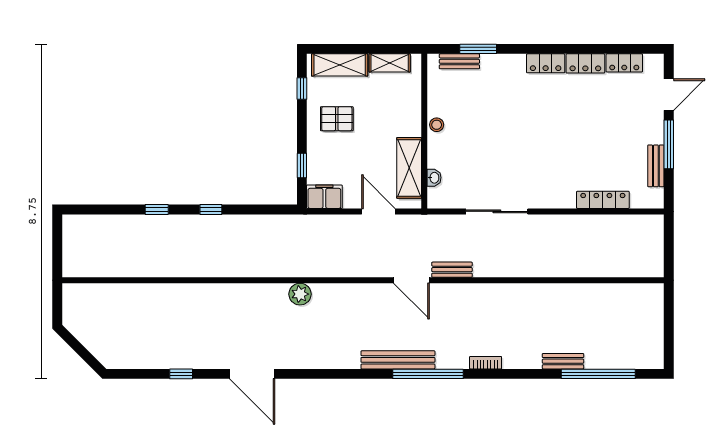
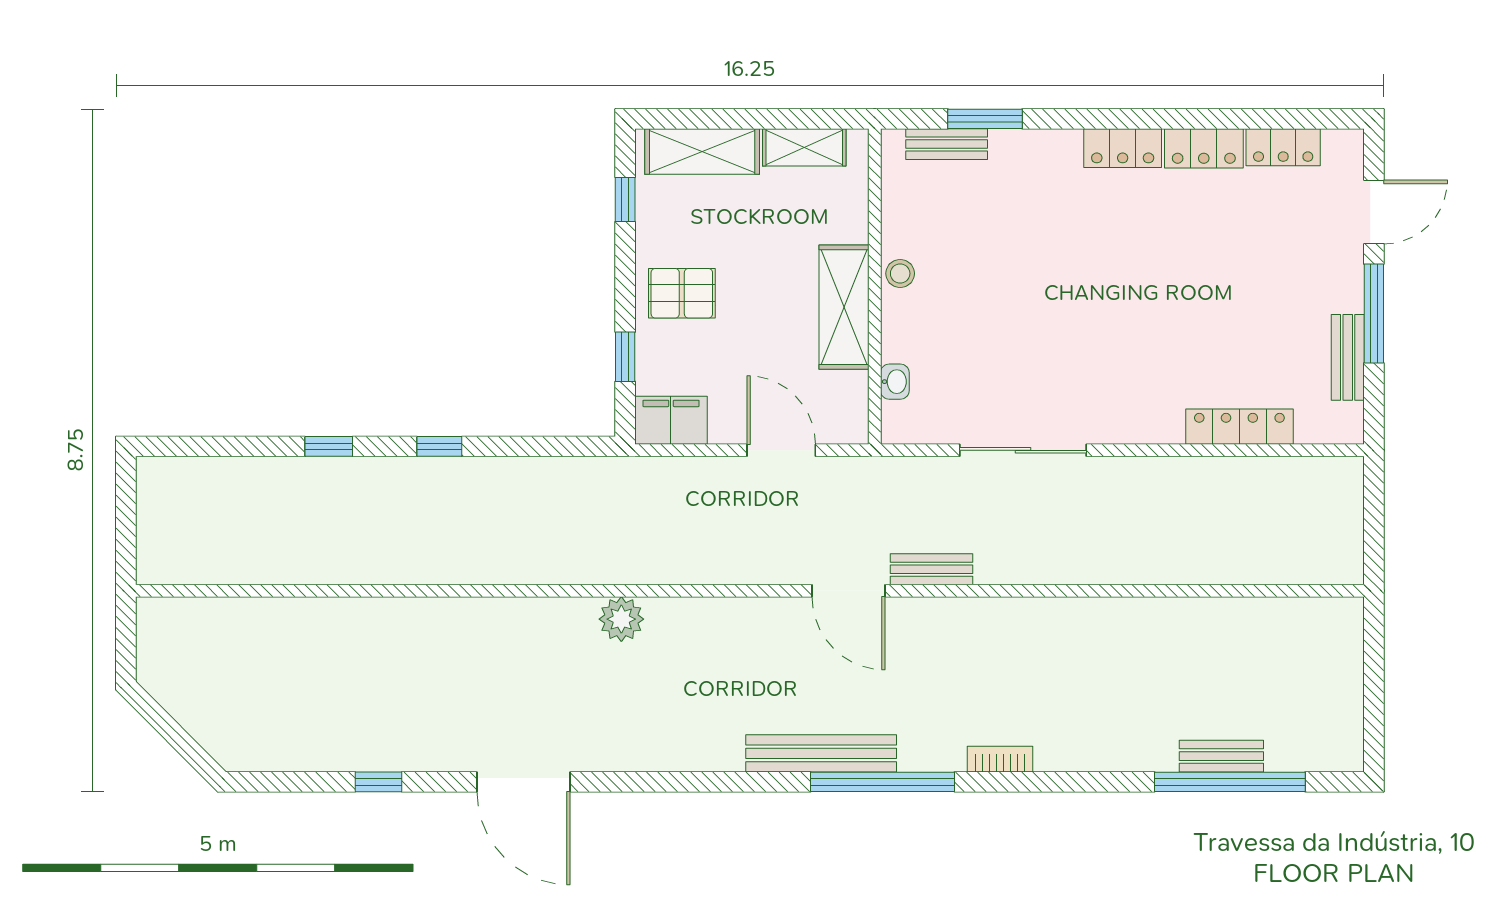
pallet: (337, 119) -> (682, 293), moved
shelving: (409, 168) -> (844, 307), moved
bench: (563, 361) -> (1221, 756), moved

